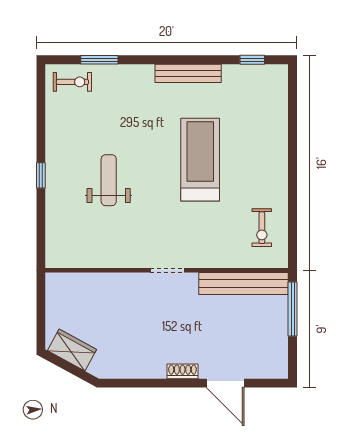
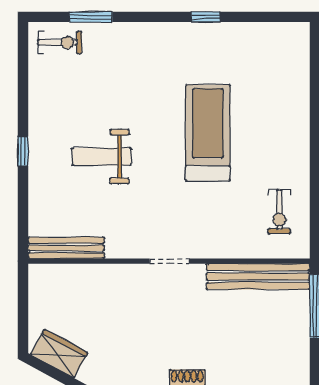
window: (252, 60) -> (205, 17), moved
bench: (188, 73) -> (66, 248), moved
weight bench: (109, 180) -> (102, 157), turned -90

